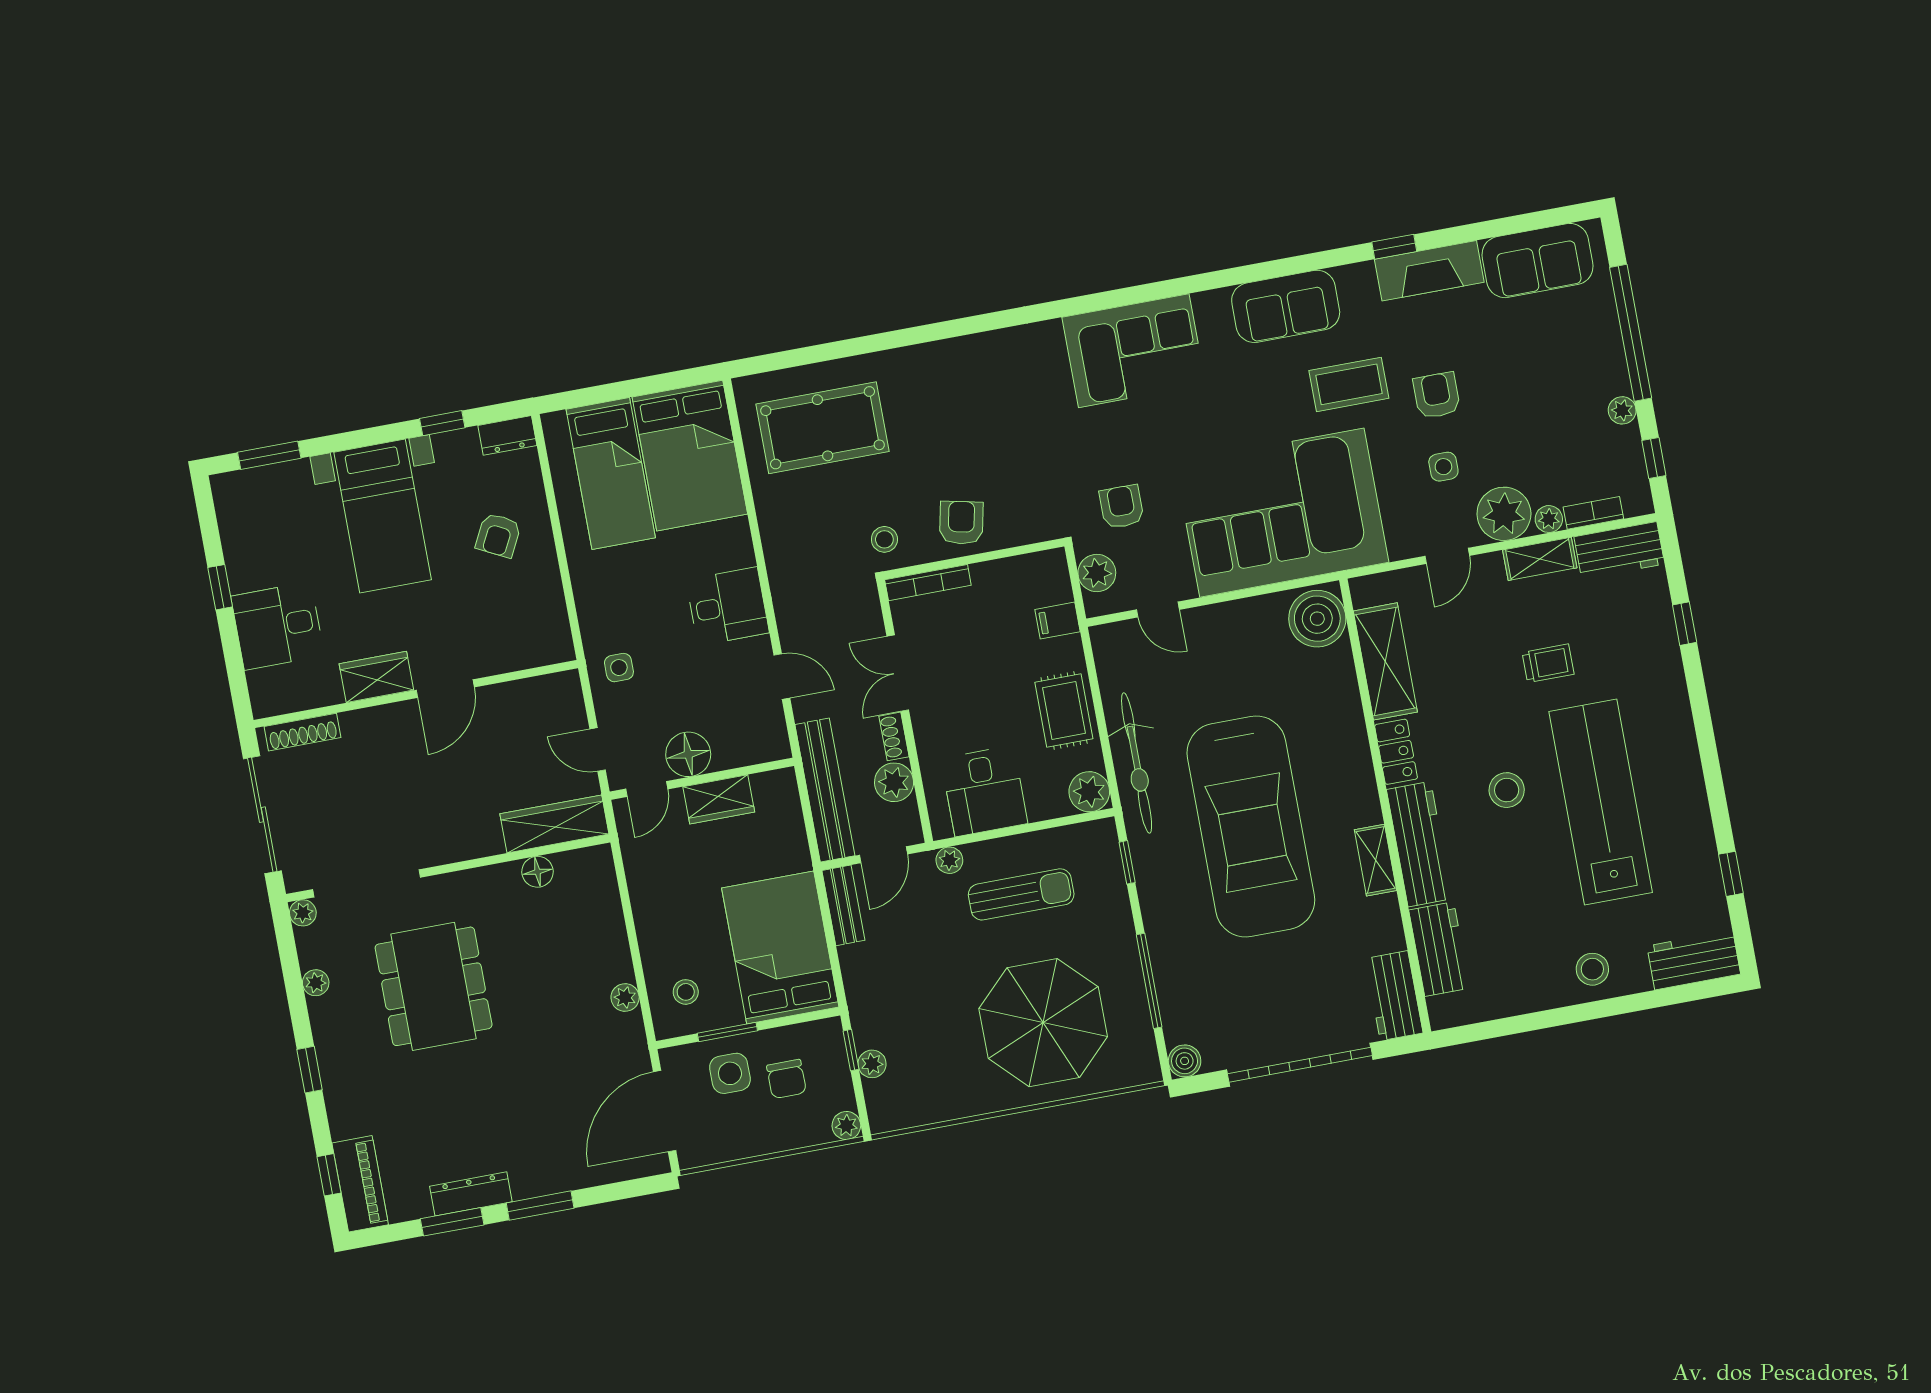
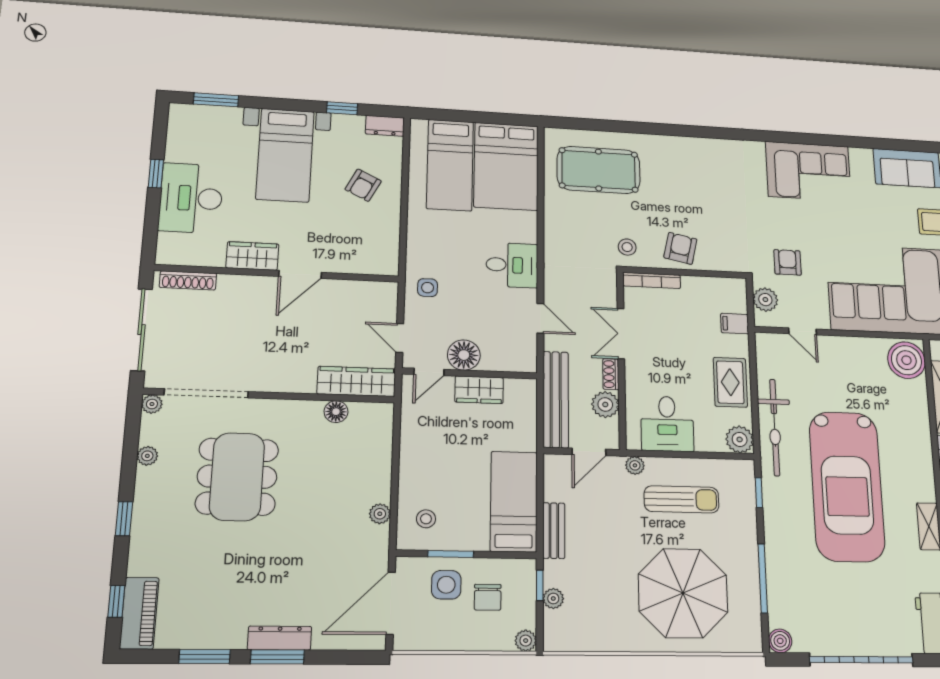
desk: (278, 626) -> (191, 198), width x1.37
bench: (843, 905) -> (554, 531), moved
bed: (780, 948) -> (514, 501), width x0.67
dresser: (471, 1194) -> (280, 638), moved

